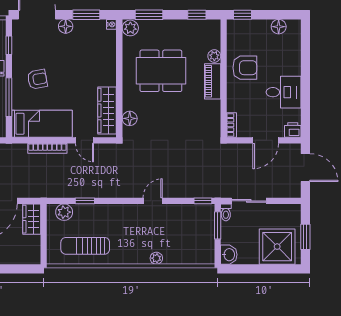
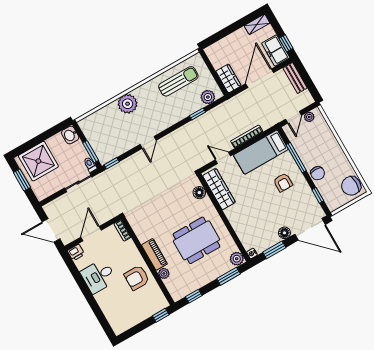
floor lamp: (279, 27) -> (129, 322), removed
armchair: (37, 79) -> (283, 183), turned -80
plant: (156, 258) -> (128, 104), width x1.88, depth x1.88

